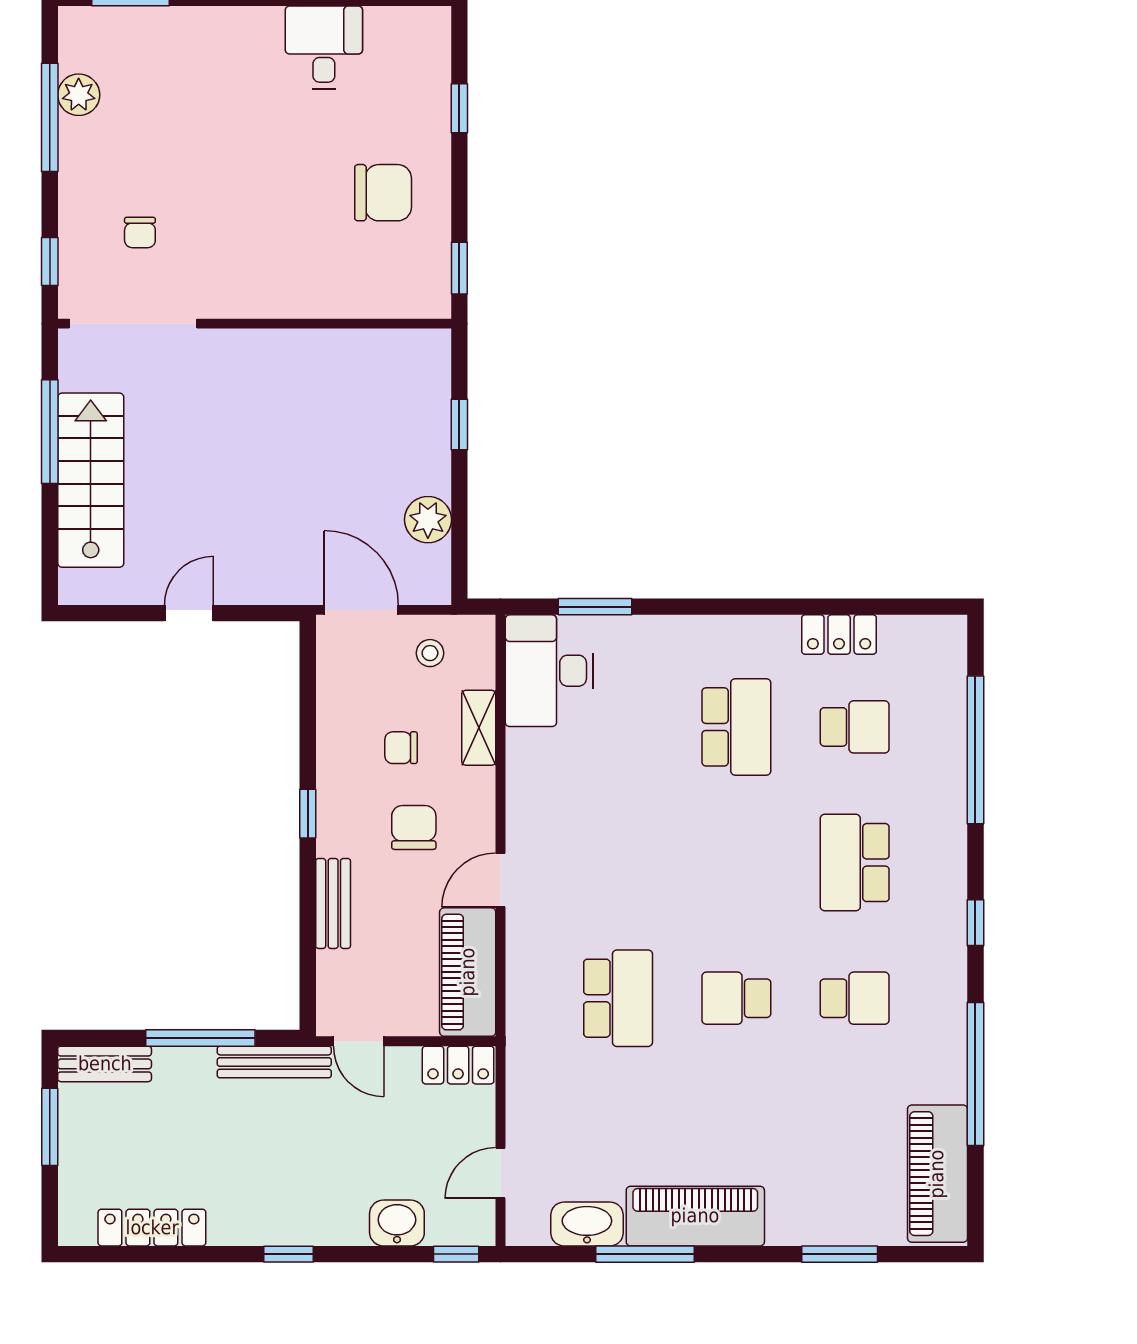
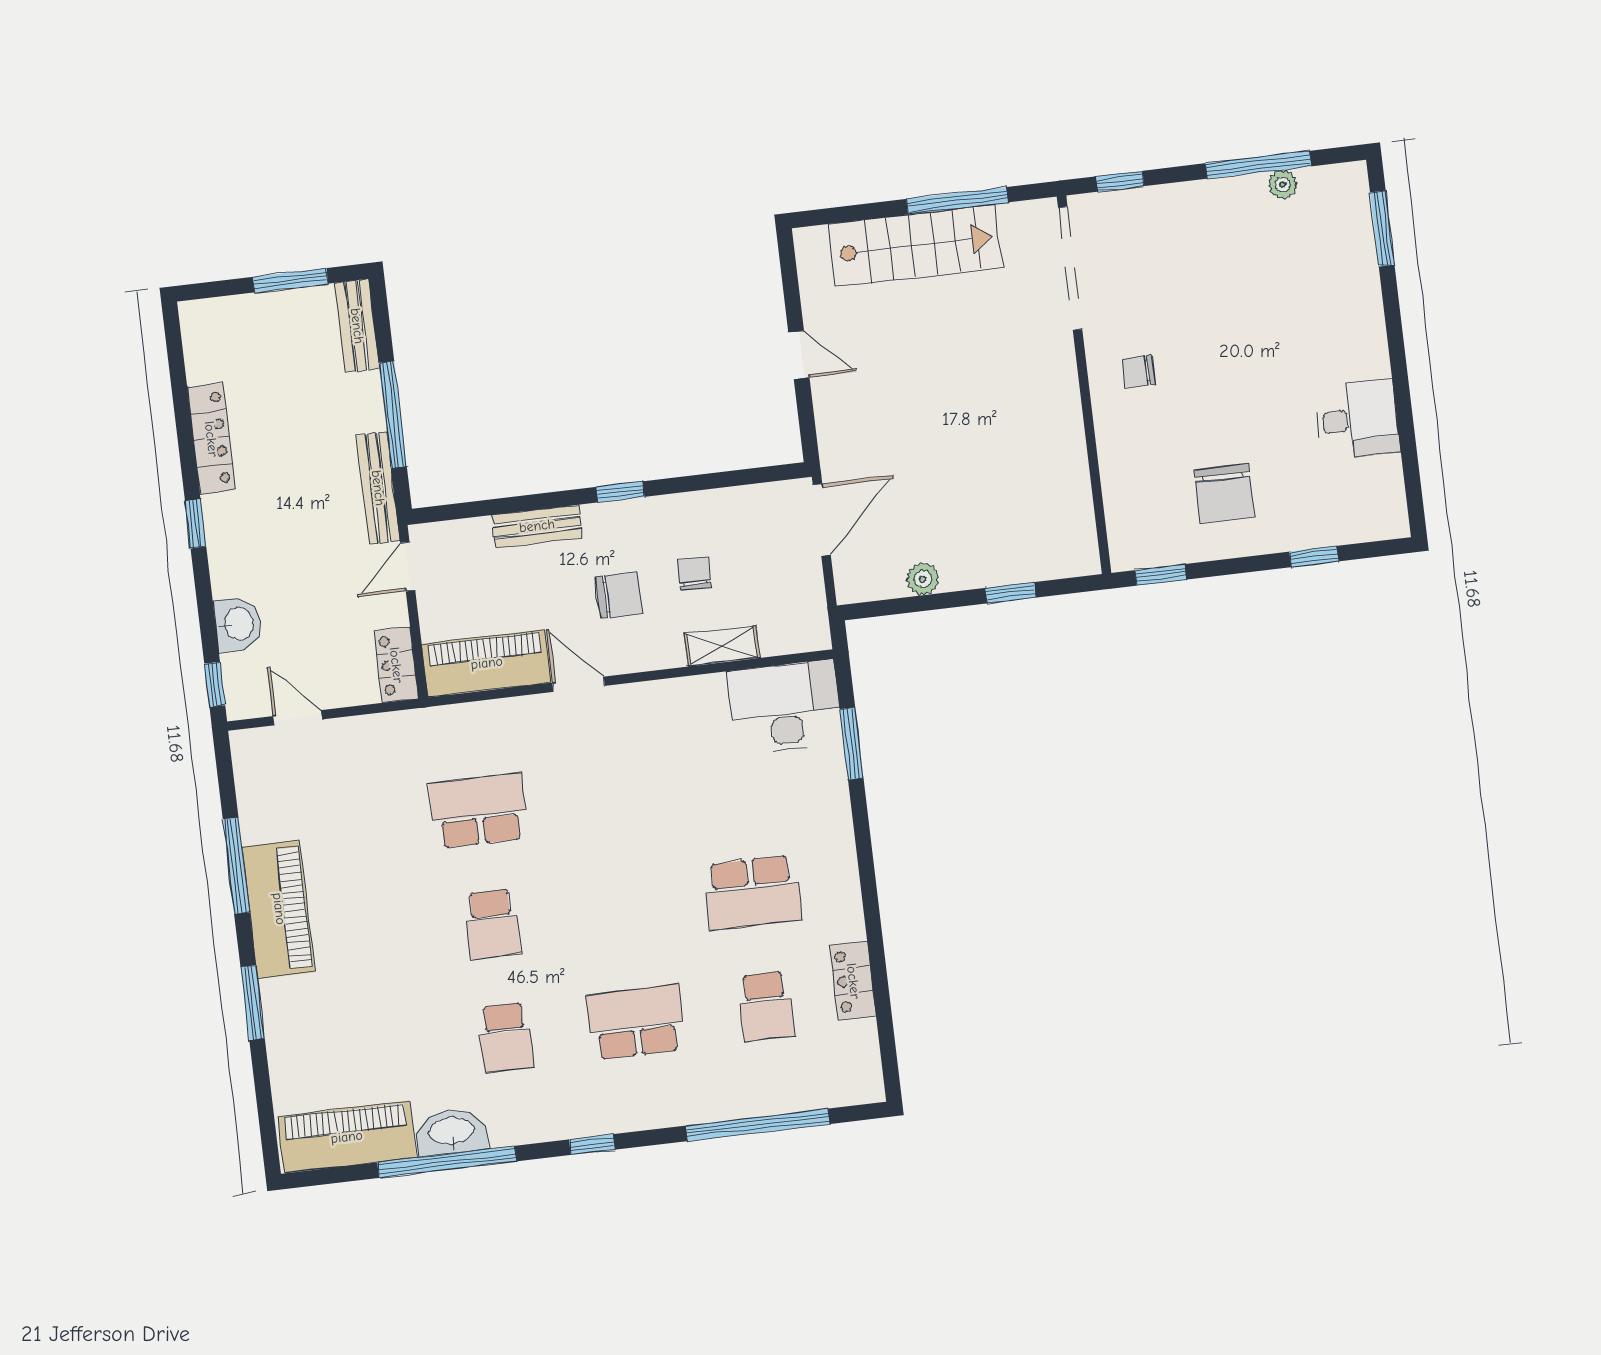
plant: (79, 95) -> (1283, 184), width x0.73, depth x0.73
chair: (140, 233) -> (1139, 371), moved
plant: (428, 520) -> (923, 579), width x0.73, depth x0.73
stool: (430, 653) -> (788, 591), removed
school desk: (618, 998) -> (479, 810), turned 180
school desk: (736, 998) -> (492, 924), turned 180
washbasin: (587, 1224) -> (452, 1132), moved, turned -90
locker: (152, 1228) -> (211, 439), moved
window: (840, 1254) -> (253, 1003), moved

